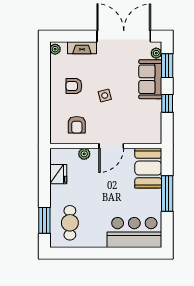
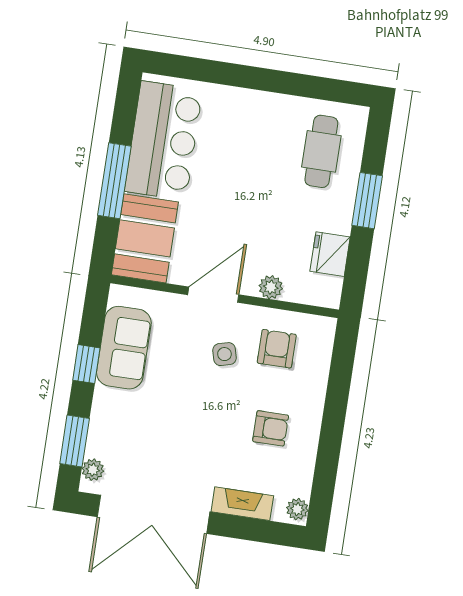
sofa: (150, 79) -> (124, 348), moved
side table: (105, 95) -> (224, 354), moved
window: (44, 220) -> (367, 201), moved
bar counter: (134, 232) -> (164, 141), moved, turned -90

